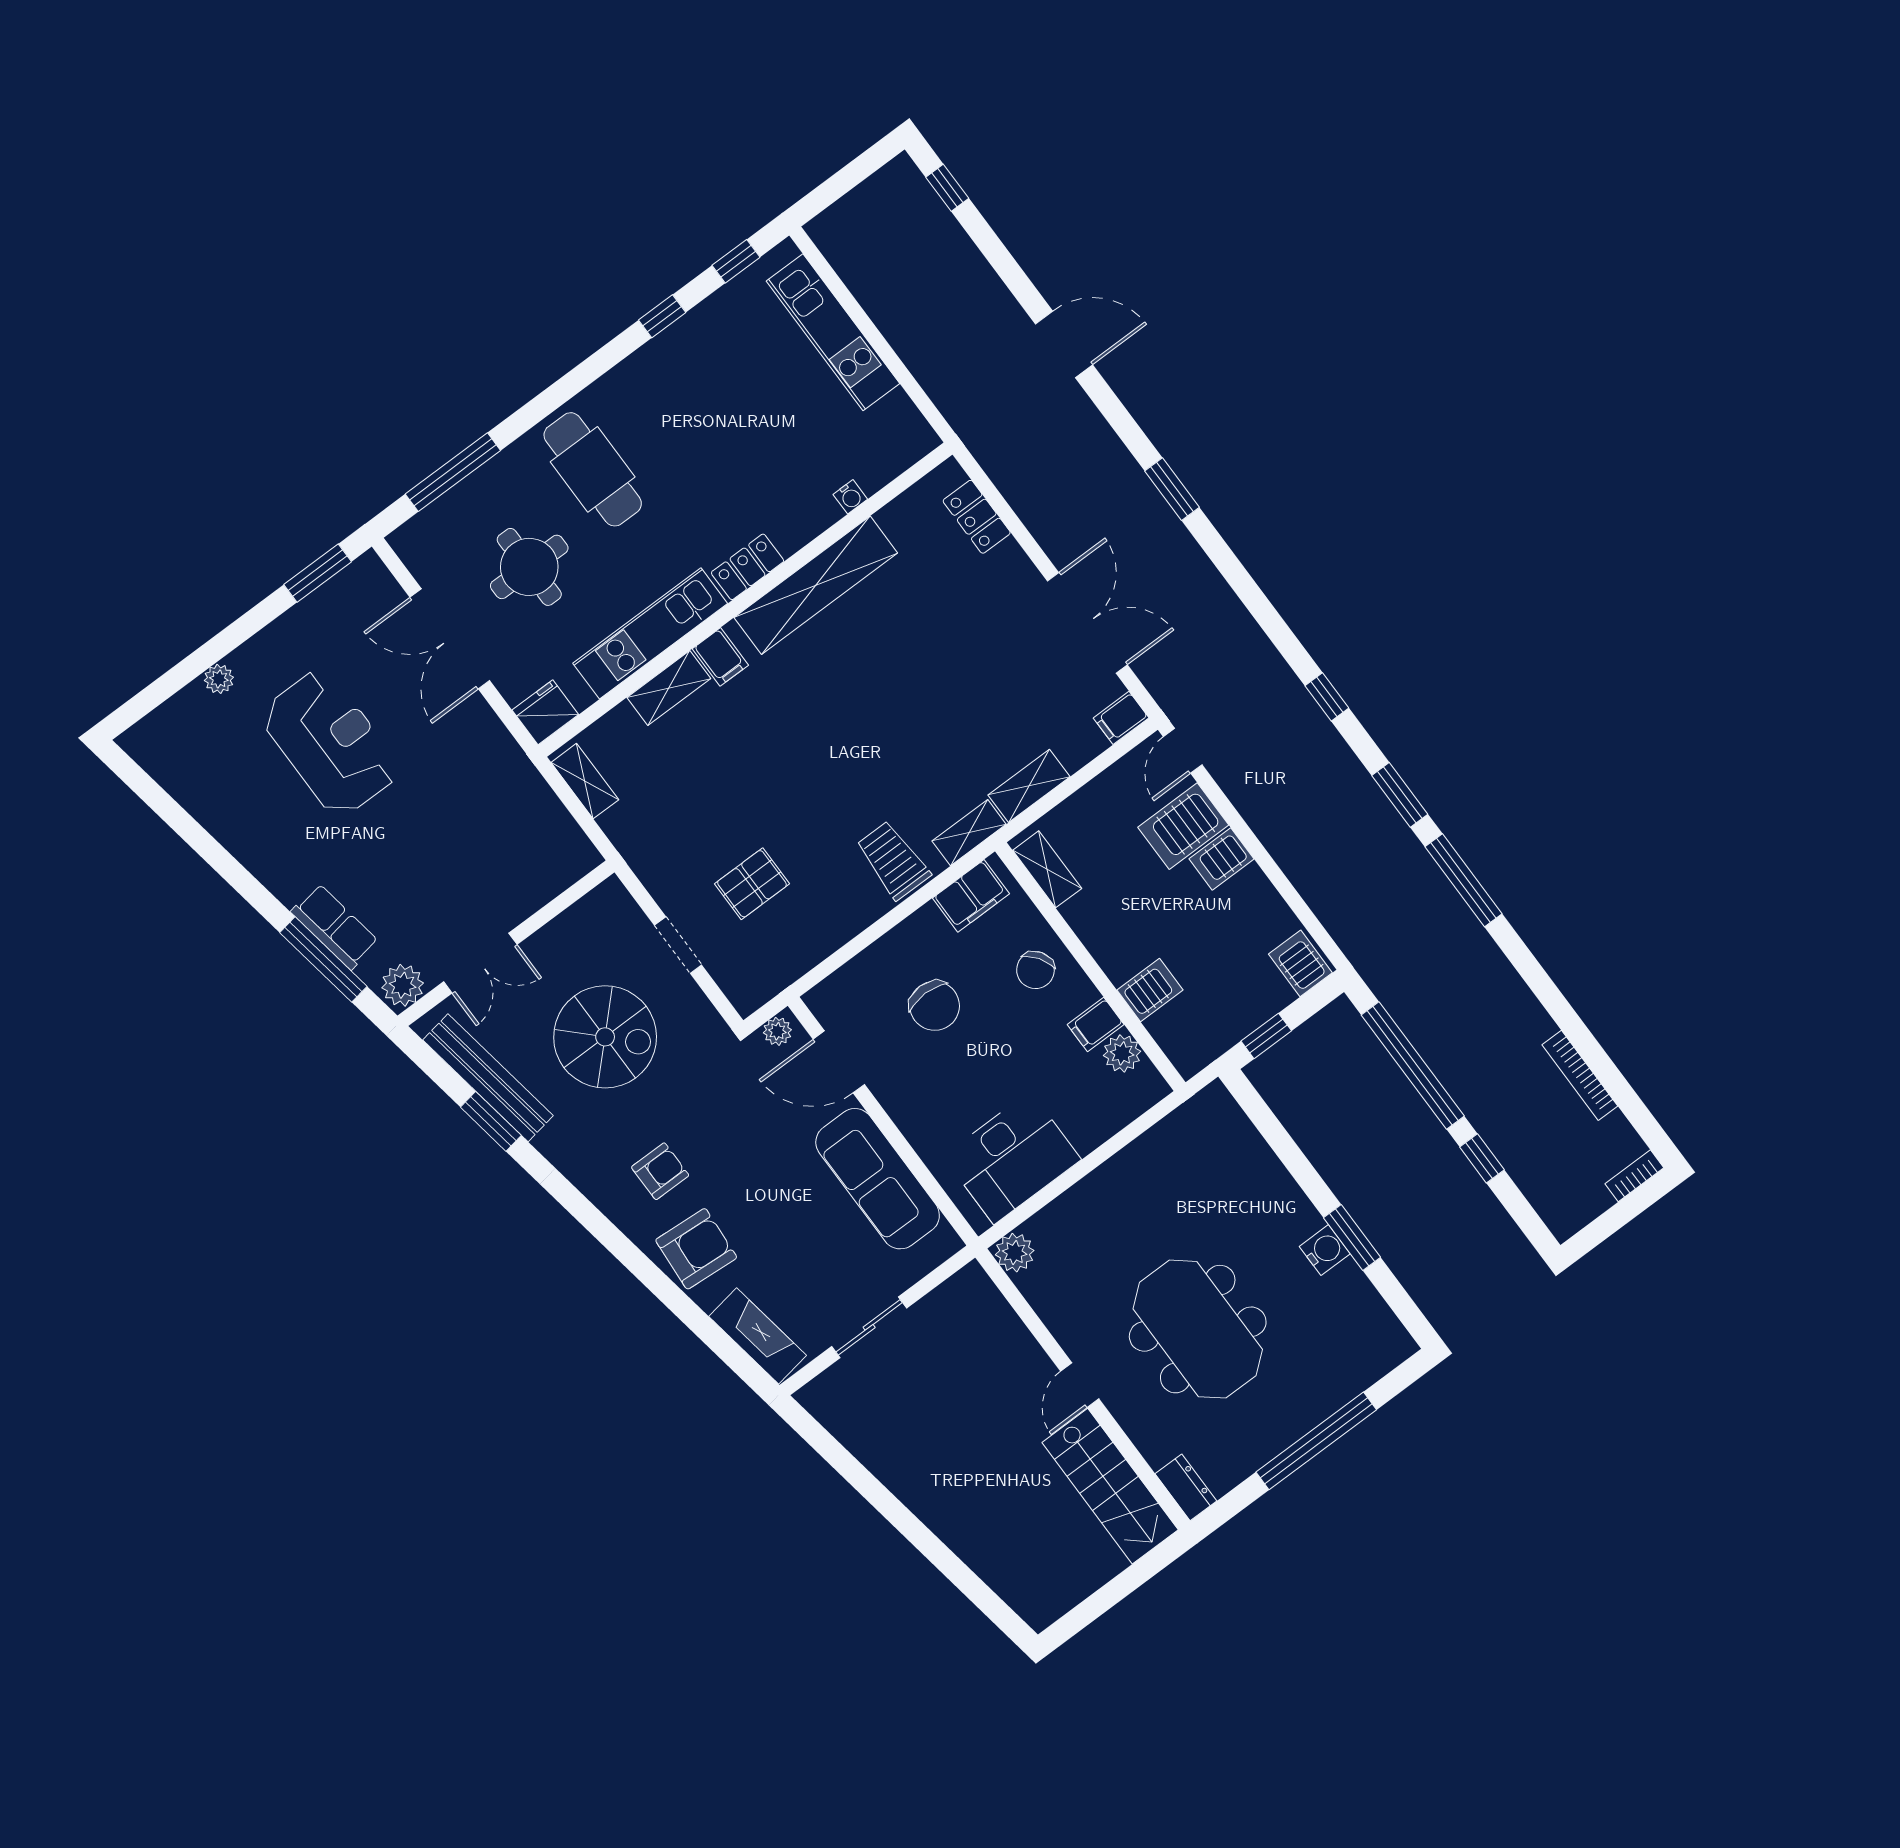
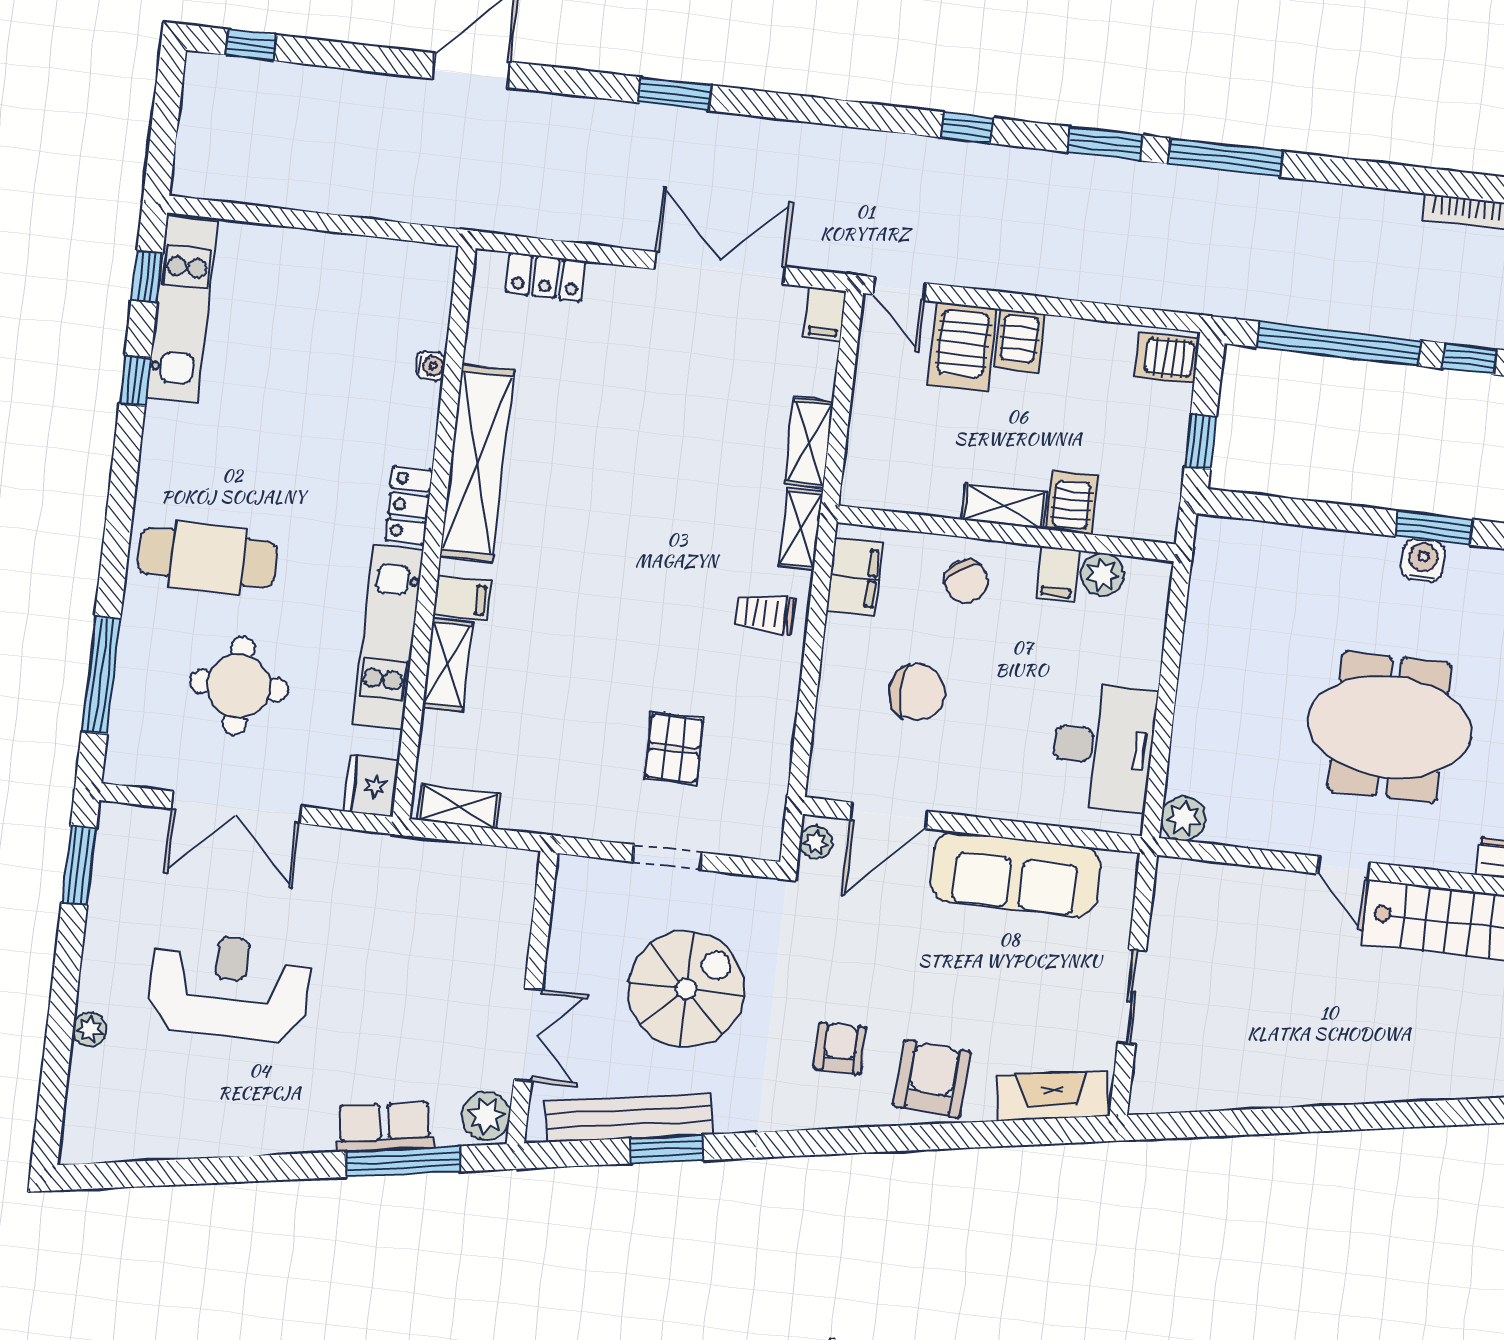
kitchen unit: (833, 332) -> (182, 309), moved, turned -90
trolley: (893, 860) -> (765, 613), width x0.73, depth x0.72
shelving: (1047, 869) -> (1004, 506), moved

